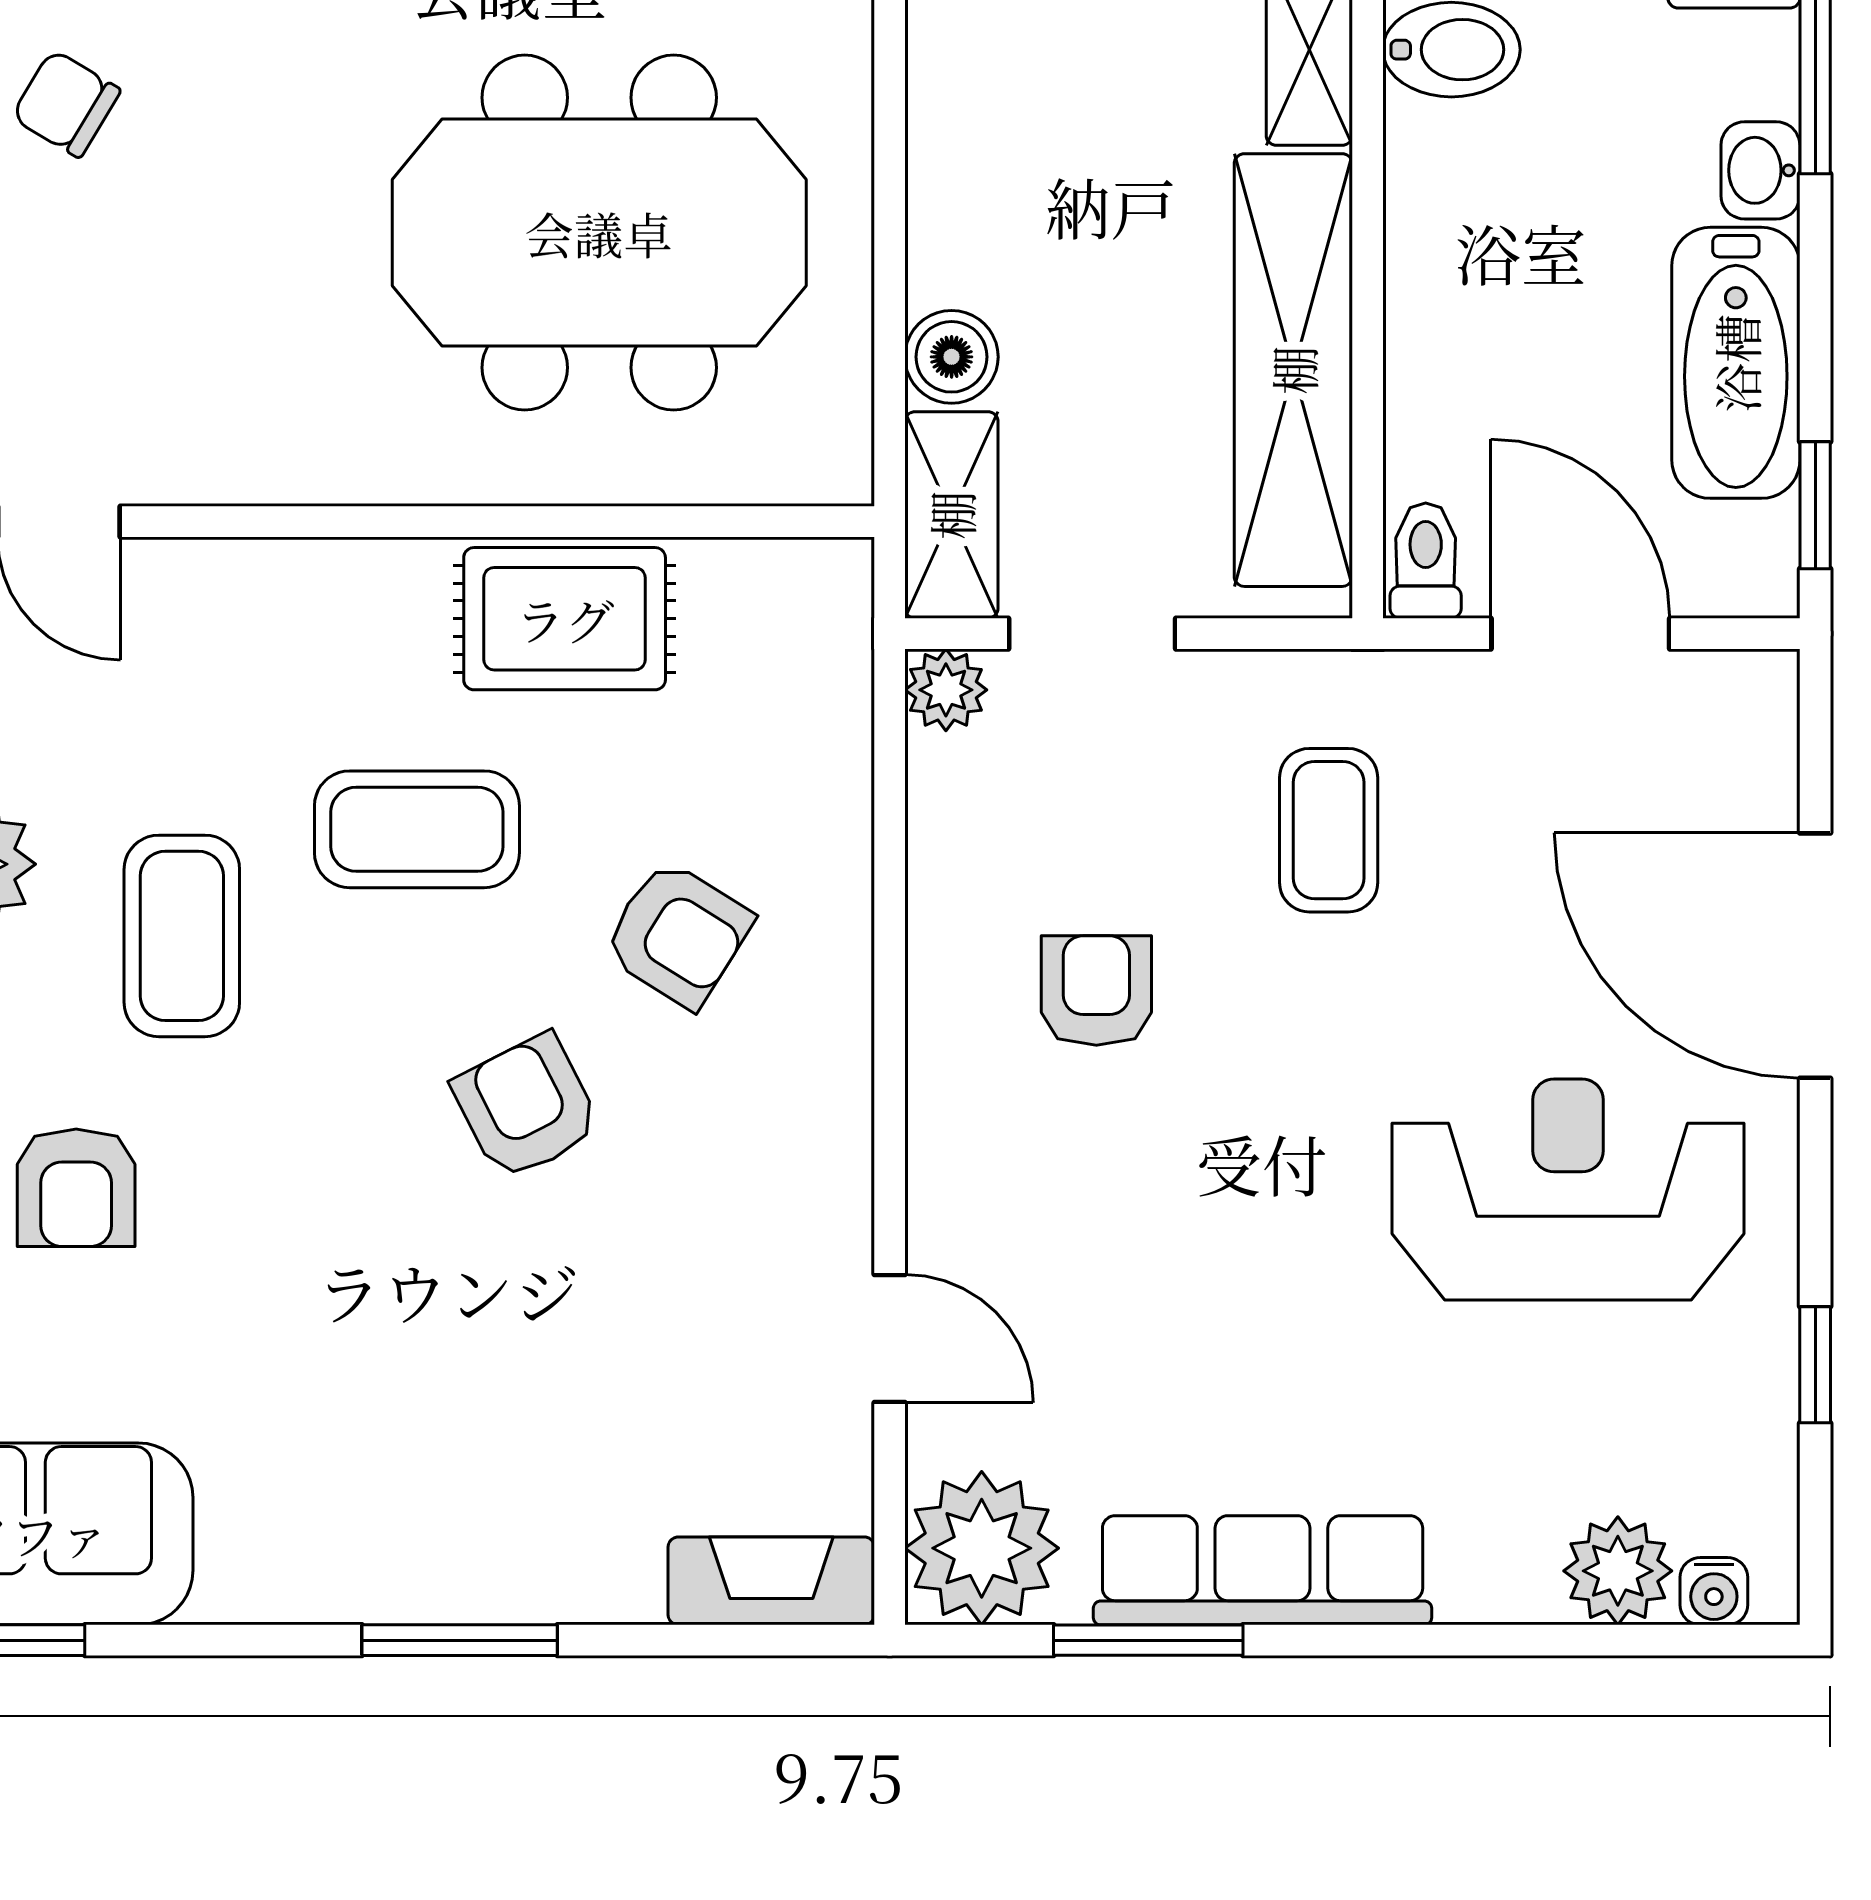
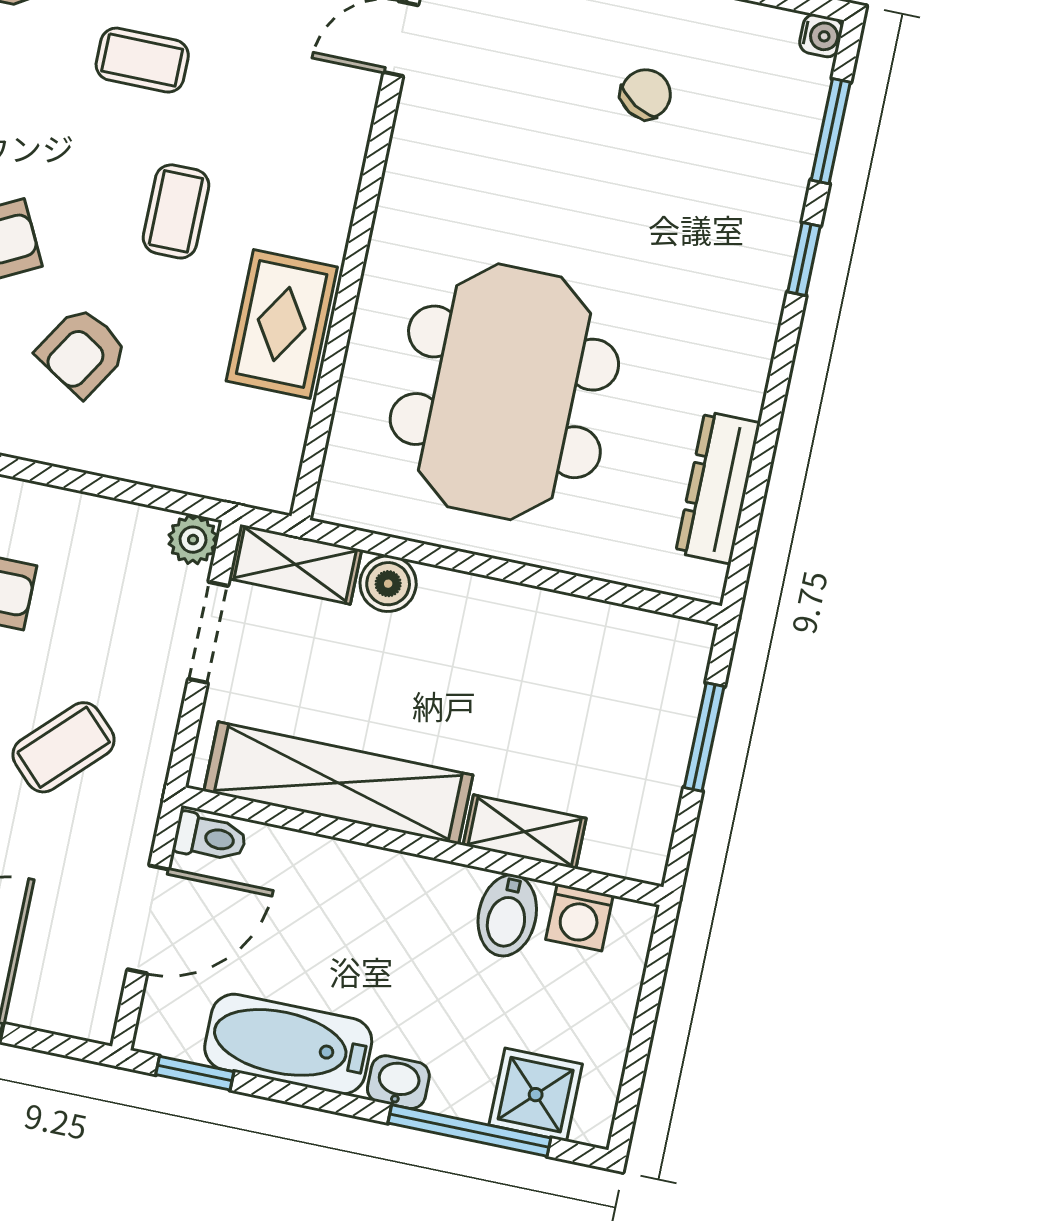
coffee table: (417, 829) -> (176, 211), width x0.73, depth x0.77
coffee table: (1329, 830) -> (63, 747), turned -45
coffee table: (182, 936) -> (142, 60), width x0.73, depth x0.77

